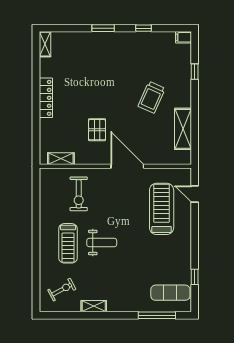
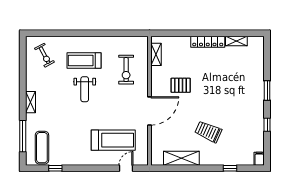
shelving: (45, 44) -> (236, 41), moved
exercise bike: (79, 194) -> (126, 70), turned -90
shelving: (94, 306) -> (31, 102), moved

